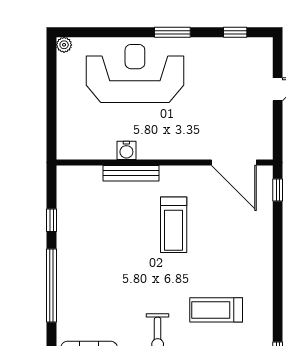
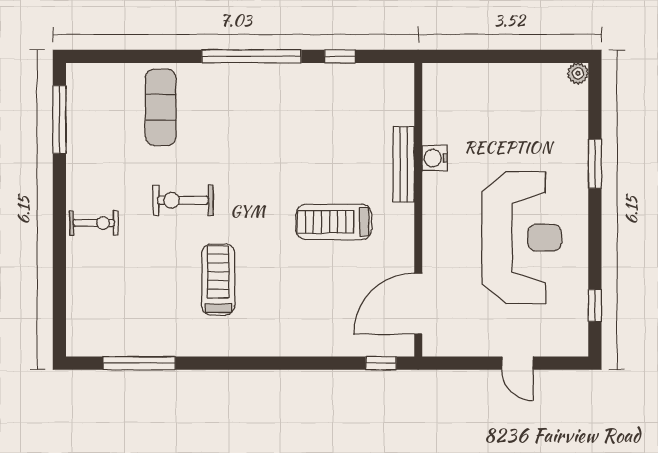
window: (172, 32) -> (595, 164), moved
reception desk: (135, 74) -> (522, 238), moved

